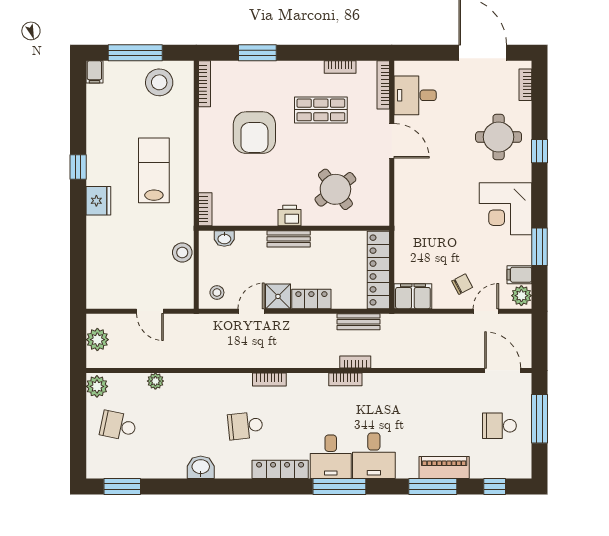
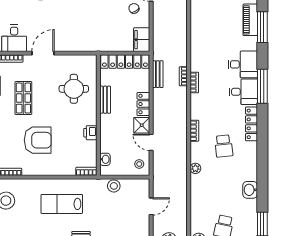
round table: (335, 189) -> (74, 89), turned 37
printer: (290, 215) -> (90, 133), moved
bench: (289, 239) -> (105, 100), moved
plant: (155, 381) -> (195, 168), moved
washbasin: (201, 467) -> (250, 190), moved

